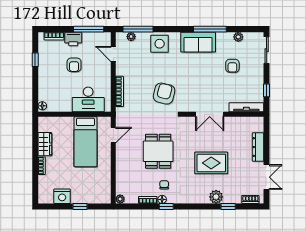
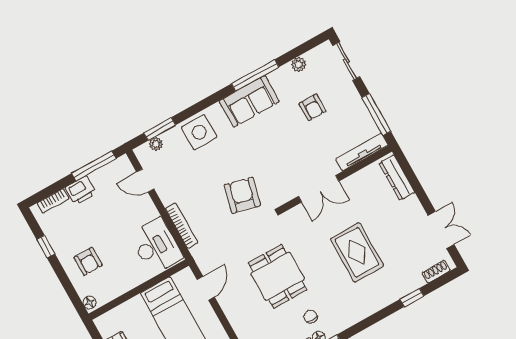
window: (138, 29) -> (160, 129), width x0.69
armchair: (74, 65) -> (88, 261), moved
window: (267, 90) -> (376, 115), width x2.17
desk: (88, 99) -> (156, 246), moved, turned -90
dresser: (258, 147) -> (397, 178), moved
rug: (211, 163) -> (357, 252), turned 90
plant: (216, 197) -> (388, 294), removed

